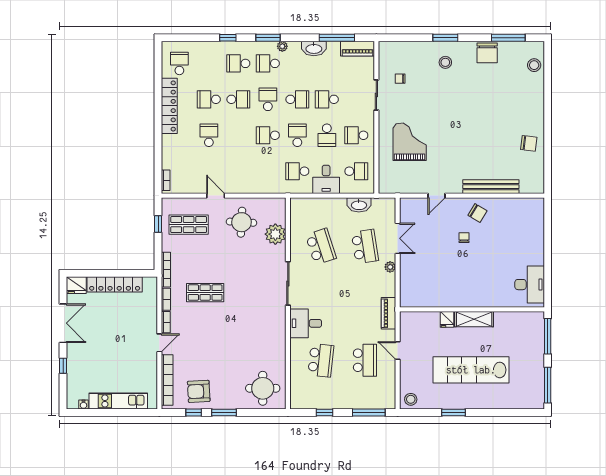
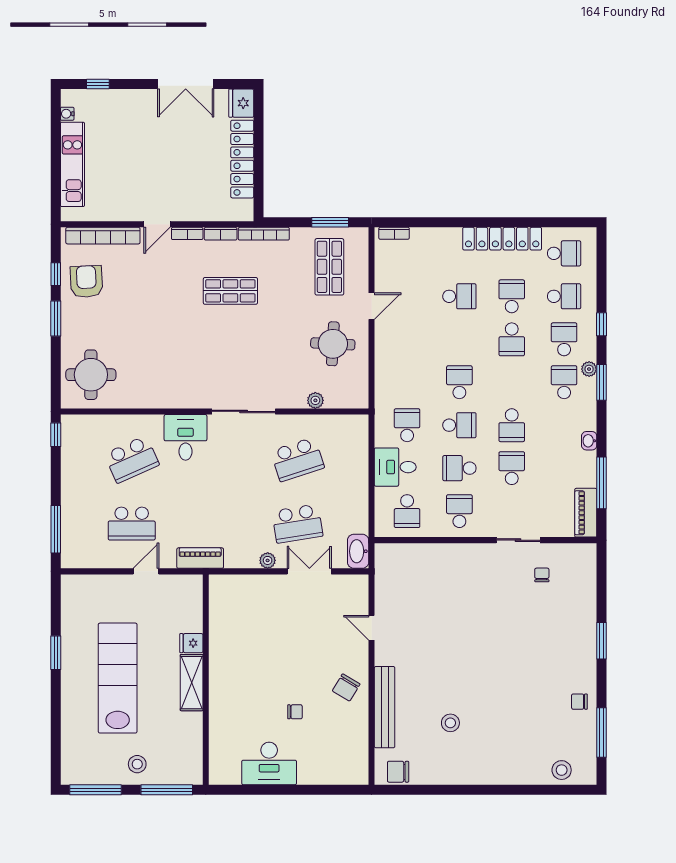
plant: (282, 46) -> (589, 369), moved
washbasin: (314, 48) -> (589, 441), width x0.52, depth x0.69
chair: (487, 53) -> (579, 702), width x0.54, depth x0.54
stool: (445, 62) -> (450, 723), moved
school desk: (268, 99) -> (564, 296), moved
grand piano: (410, 142) -> (450, 589), removed
chair: (529, 143) -> (398, 772), moved, turned 83
washbasin: (359, 205) -> (358, 551), moved
window: (158, 224) -> (330, 222), width x1.50
plant: (275, 234) -> (315, 400), width x0.53, depth x0.53
double door: (398, 238) -> (309, 571), swing flipped
chair: (464, 238) -> (295, 712), moved
desk: (530, 285) -> (269, 763), moved
shop shelf: (205, 293) -> (230, 291), turned 90
door: (159, 343) -> (157, 224), hinge flipped
school desk: (321, 360) -> (132, 459), turned -30
window: (63, 366) -> (98, 84), moved
stool: (411, 399) -> (137, 764), moved
window: (325, 413) -> (56, 435), moved

